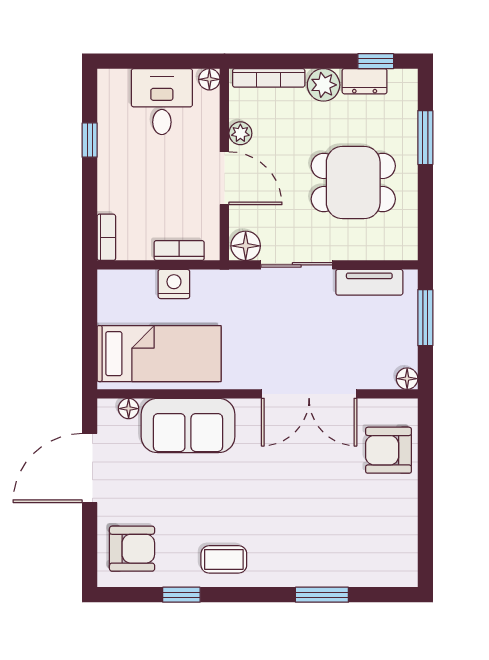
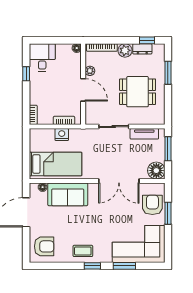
desk: (162, 102) -> (42, 57), moved
floor lamp: (246, 246) -> (92, 118), removed
floor lamp: (407, 379) -> (156, 171), width x1.89, depth x1.89
armchair: (389, 450) -> (152, 205), turned 90
window: (425, 470) -> (168, 213), added
corner sofa: (356, 543) -> (139, 244), added
window: (181, 595) -> (92, 266), moved

